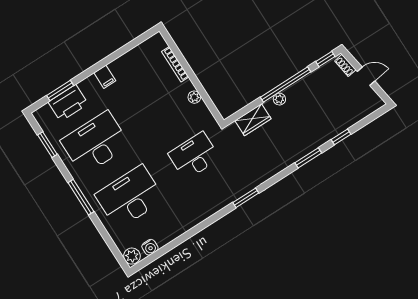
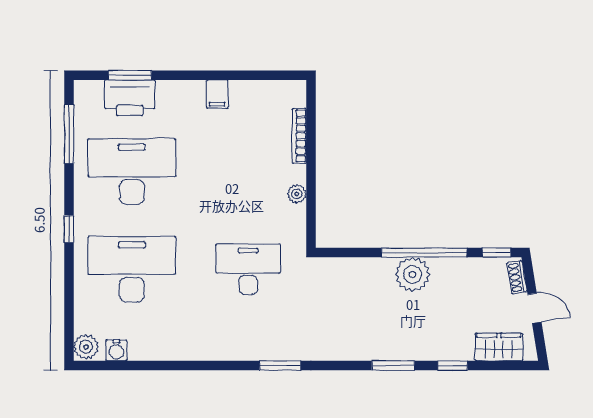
filing cabinet: (105, 77) -> (217, 94), moved
plant: (279, 99) -> (413, 274), width x1.88, depth x1.88
wardrobe: (253, 120) -> (499, 347), moved, turned 180
window: (47, 145) -> (69, 134), width x1.44
window: (81, 197) -> (69, 229), width x0.46

